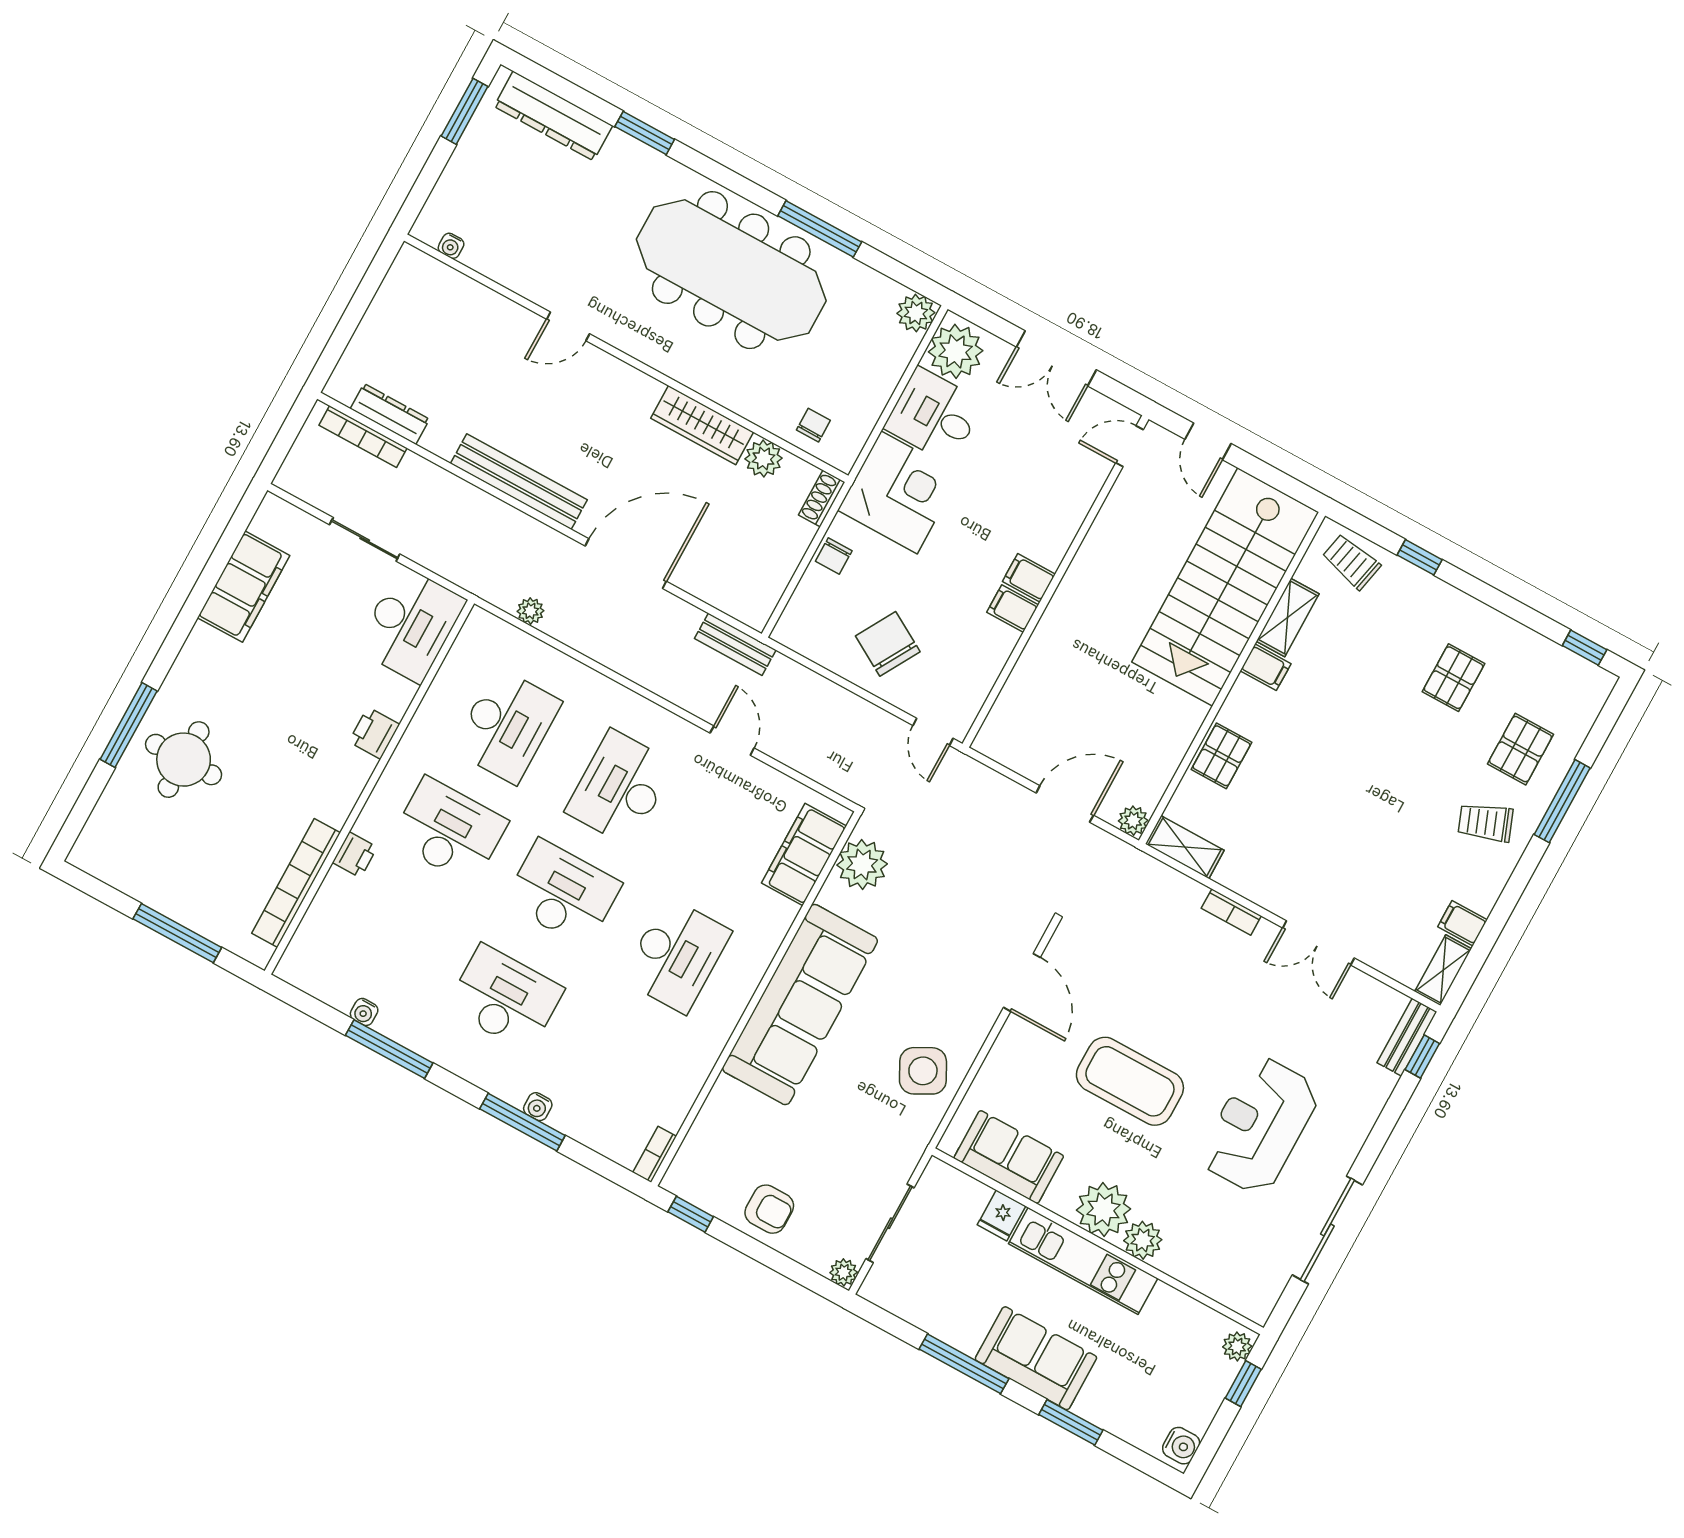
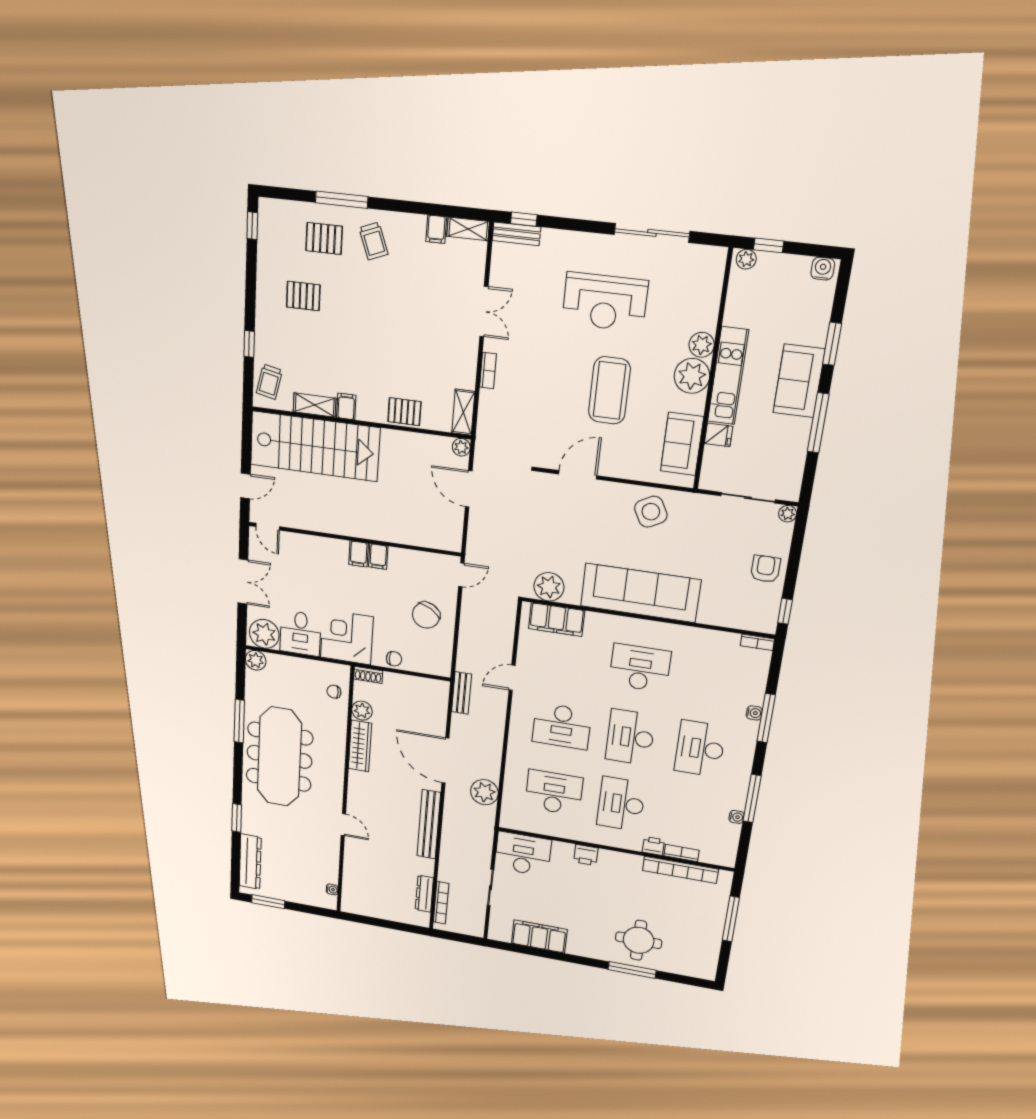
plant: (530, 611) -> (484, 792), width x1.87, depth x1.87
bookcase: (327, 897) -> (681, 853), added

